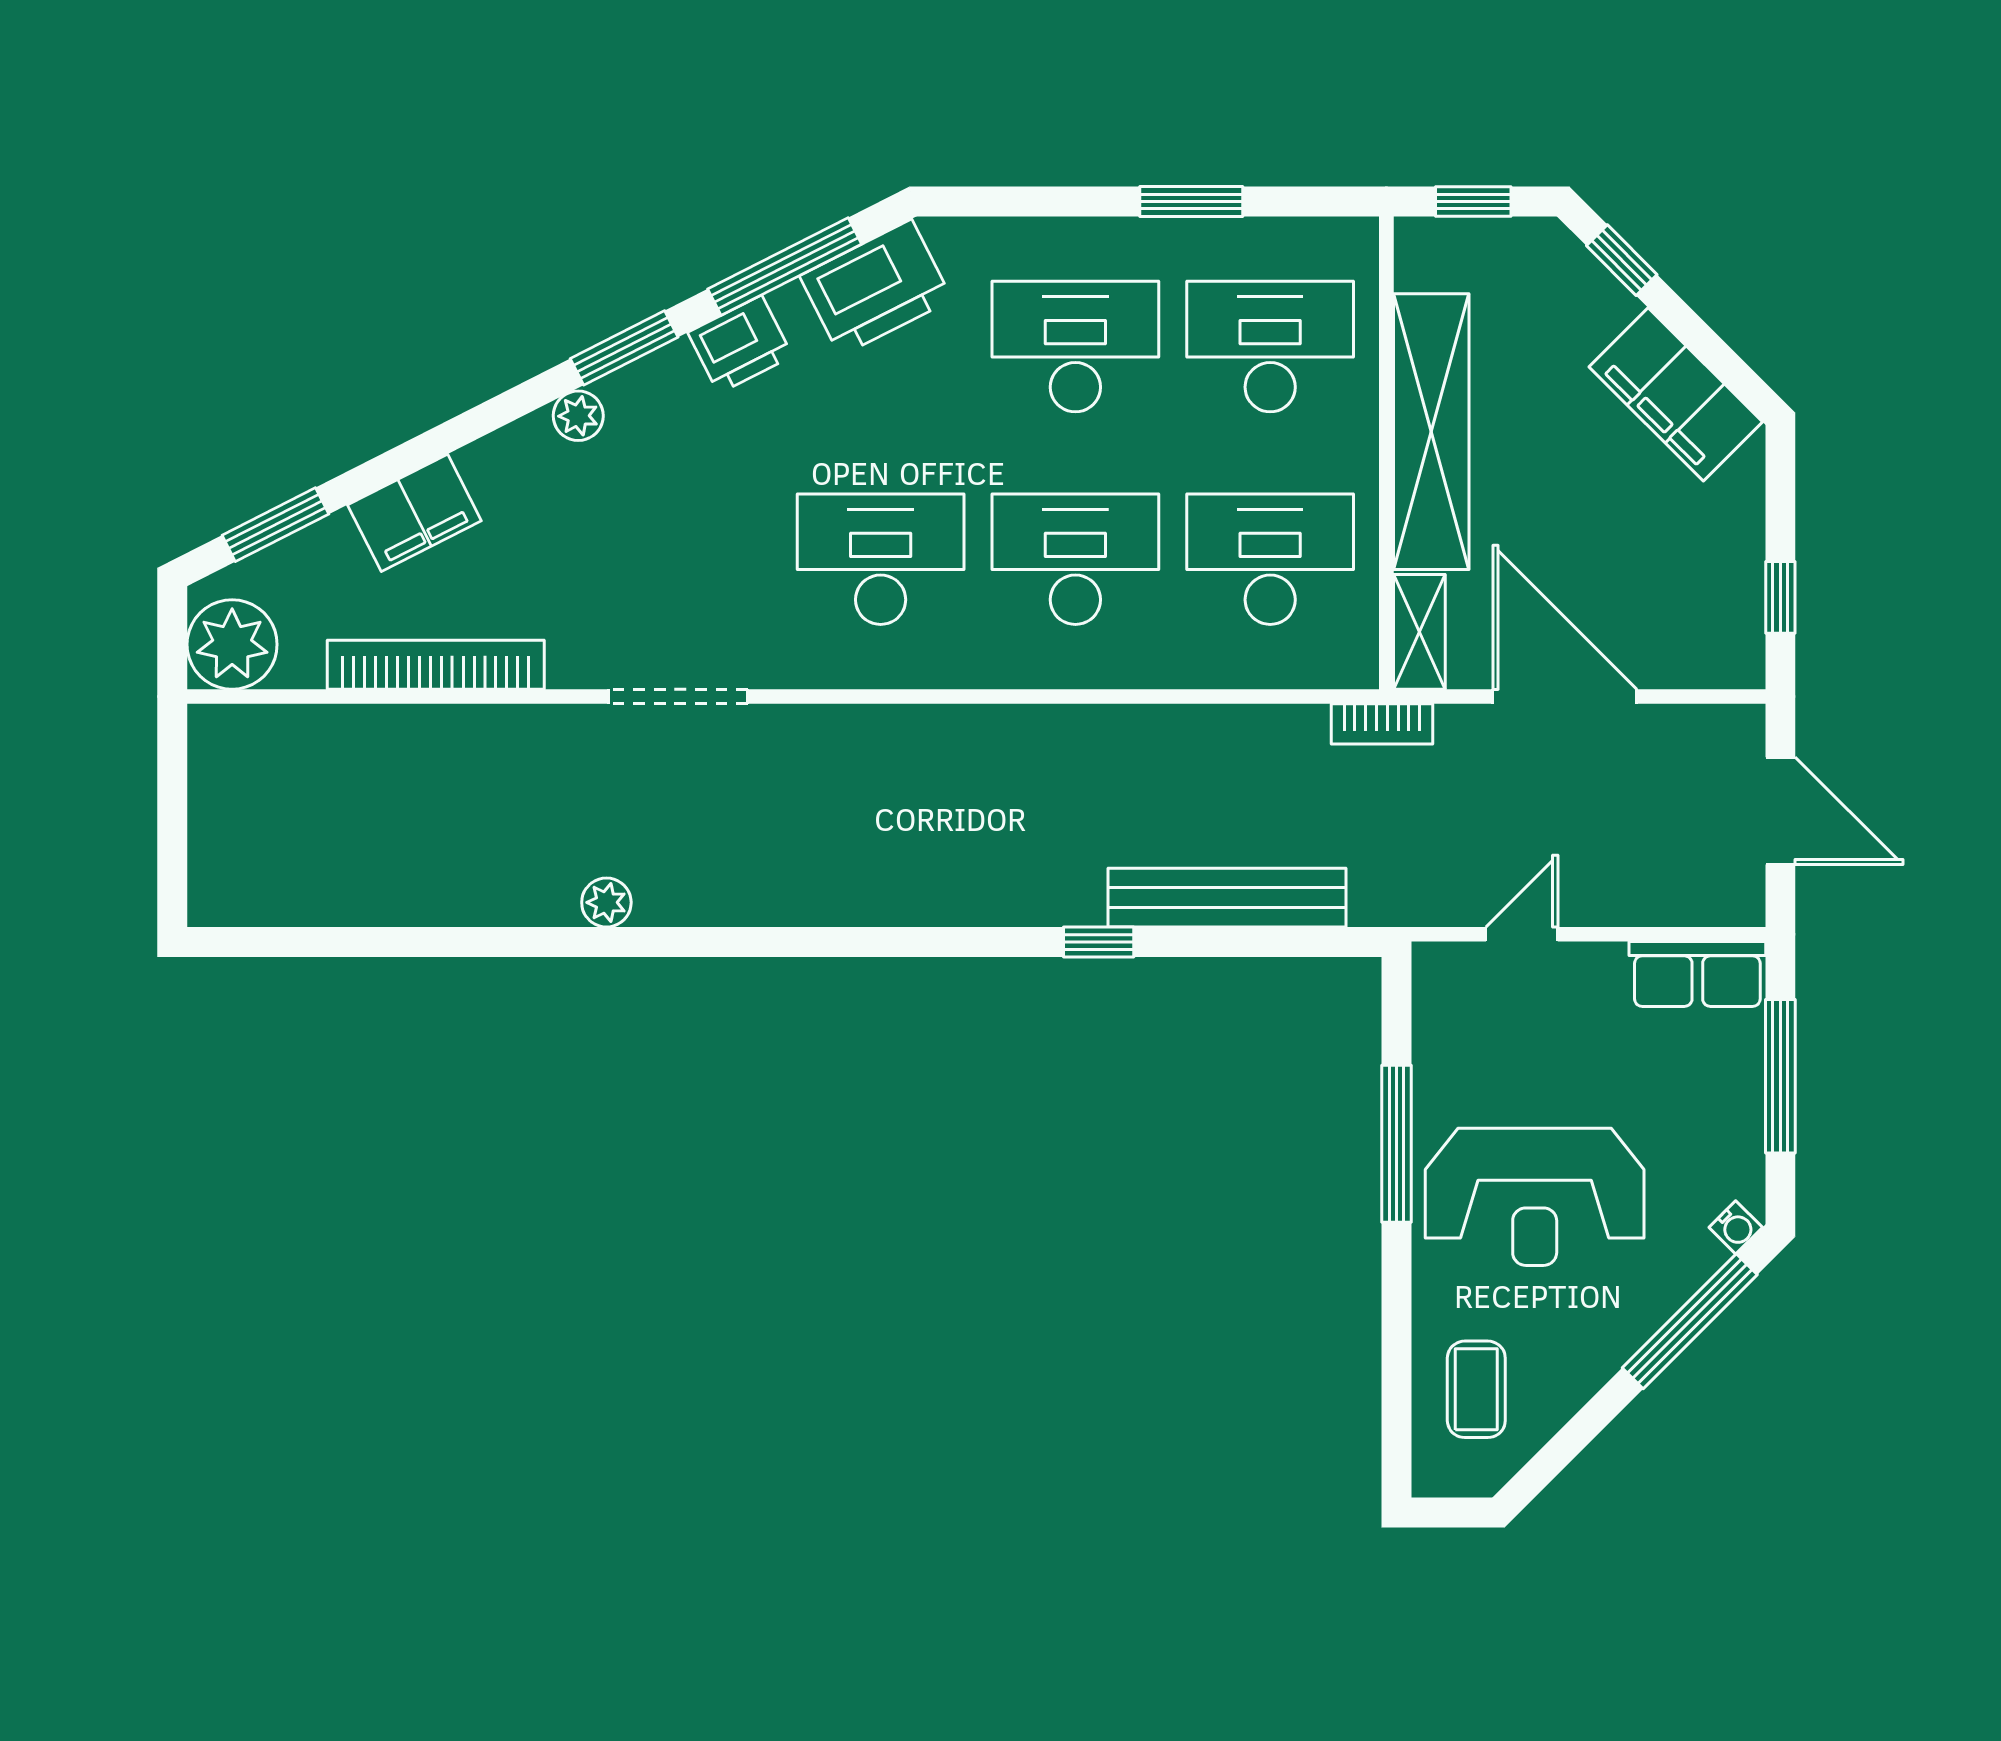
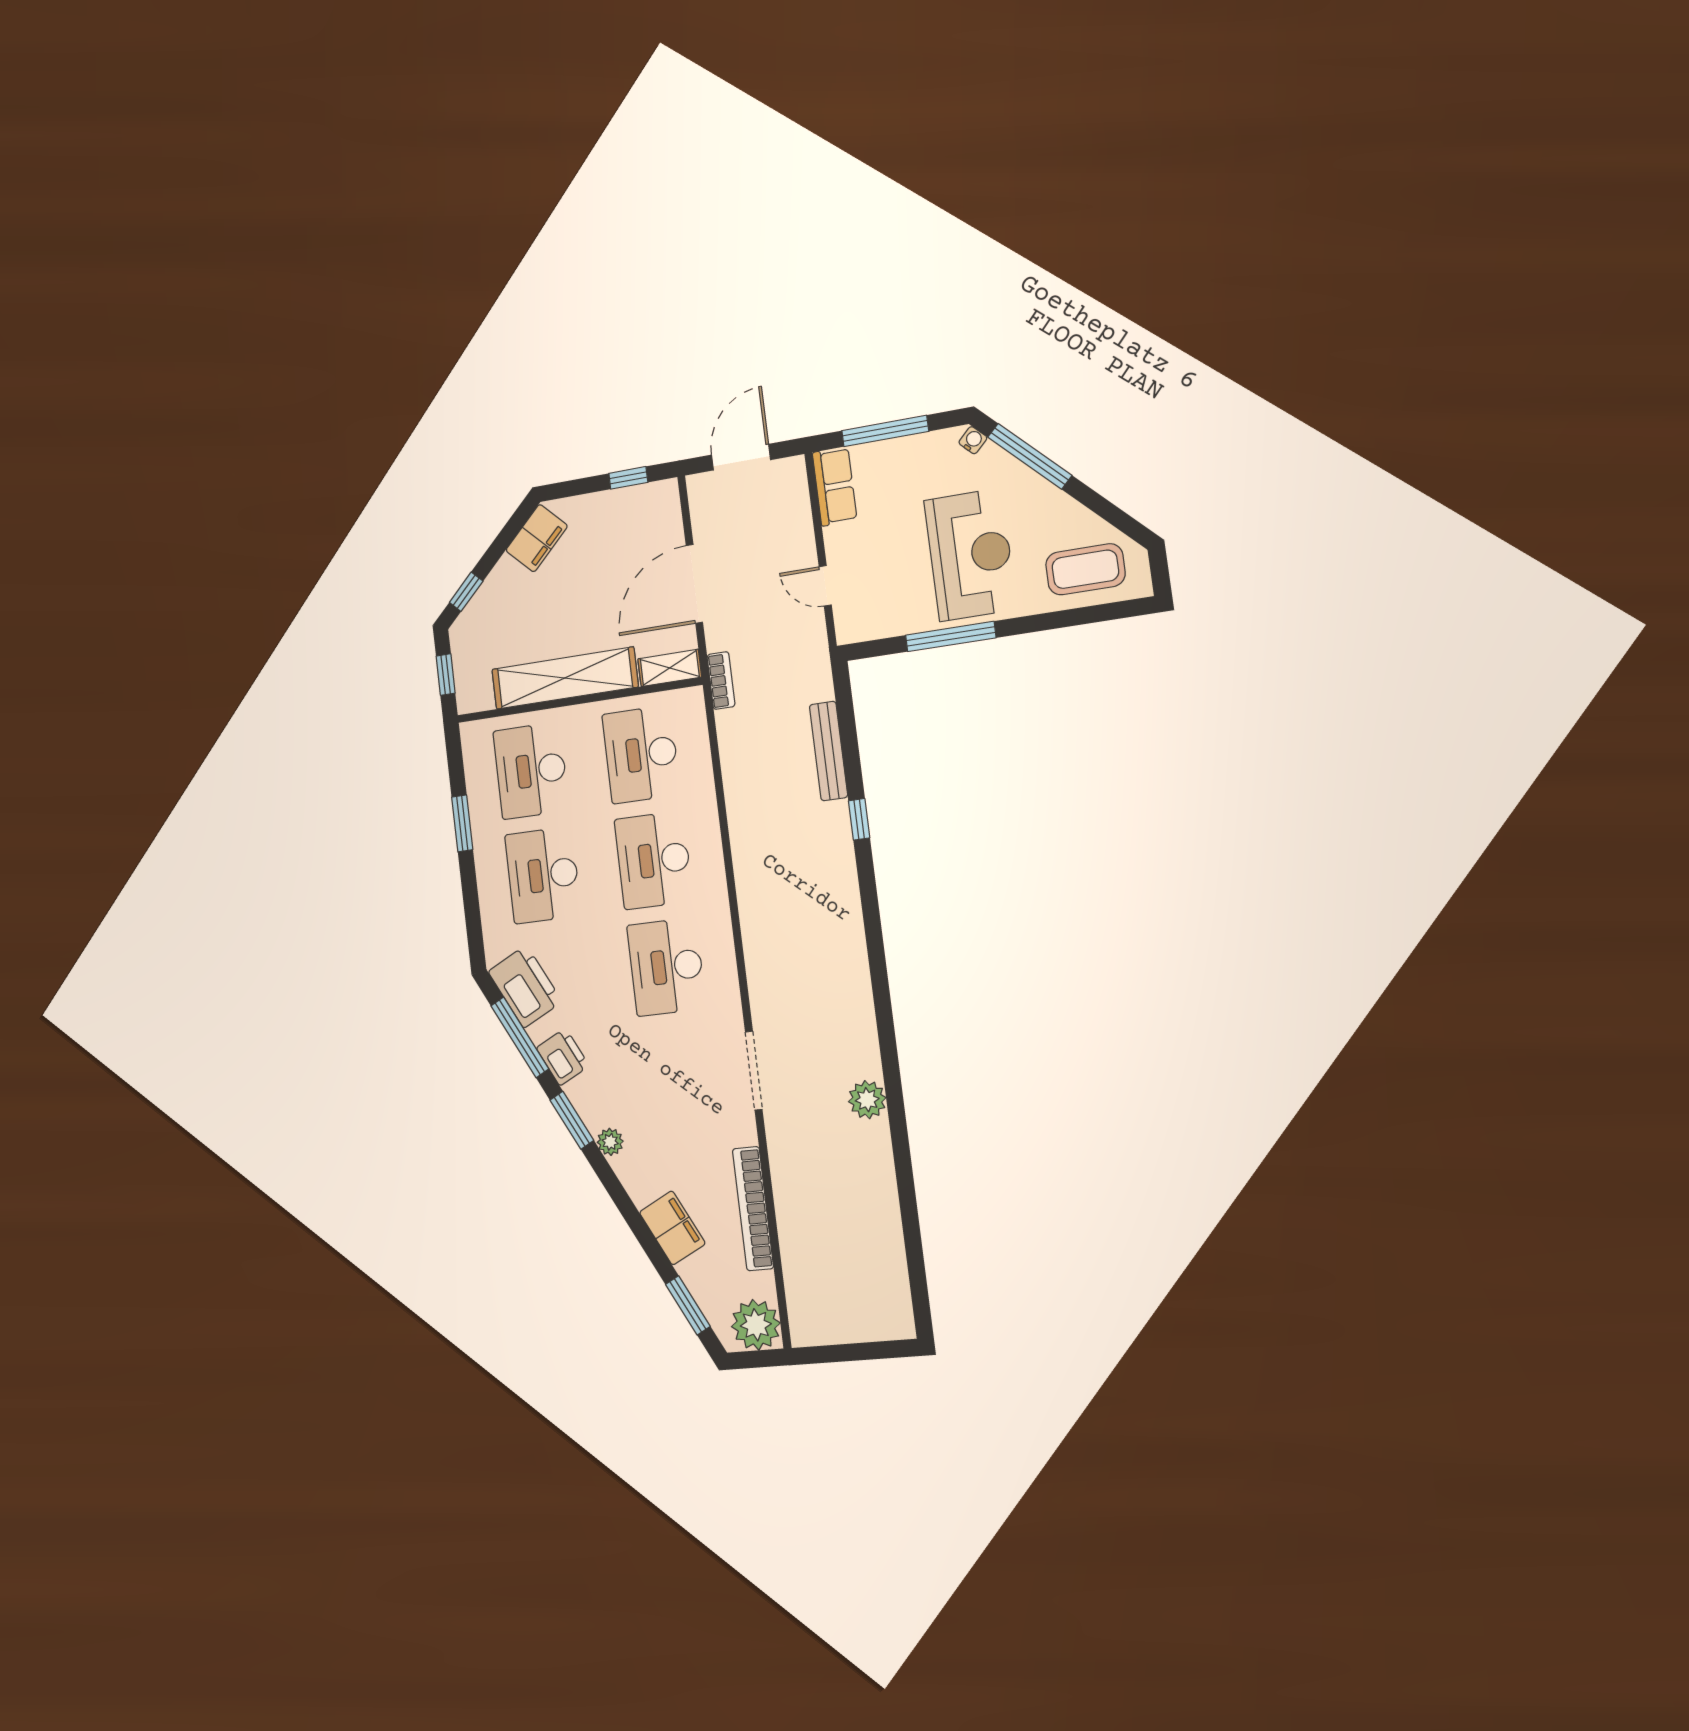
filing cabinet: (1676, 394) -> (537, 538), width x0.67, depth x0.86
bench: (1227, 898) -> (829, 751), width x0.73, depth x0.82
plant: (606, 902) -> (867, 1100), width x1.38, depth x1.38
coffee table: (1476, 1389) -> (1085, 569), width x1.36, depth x1.30

